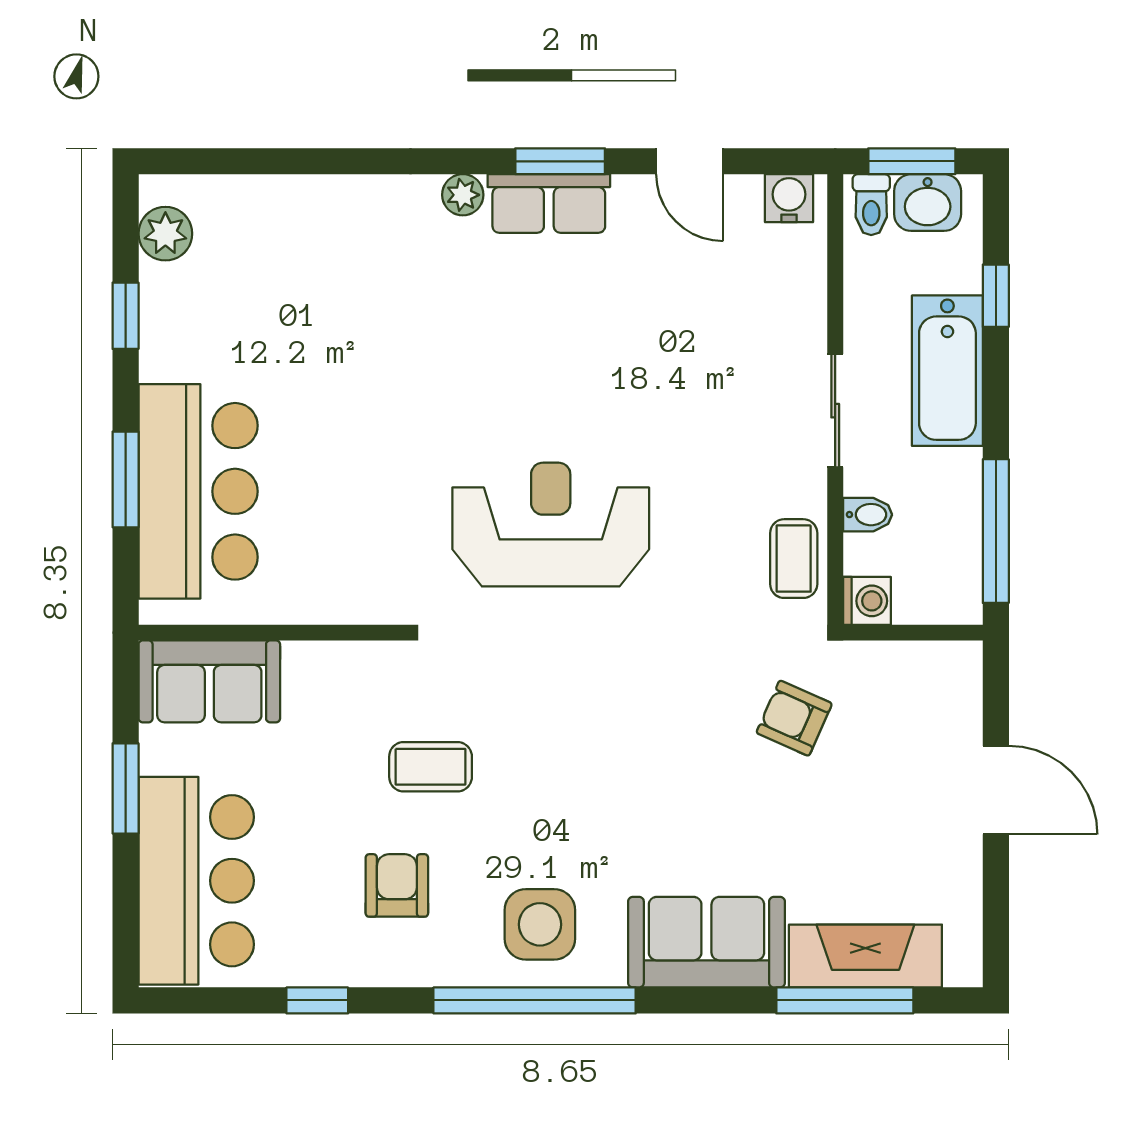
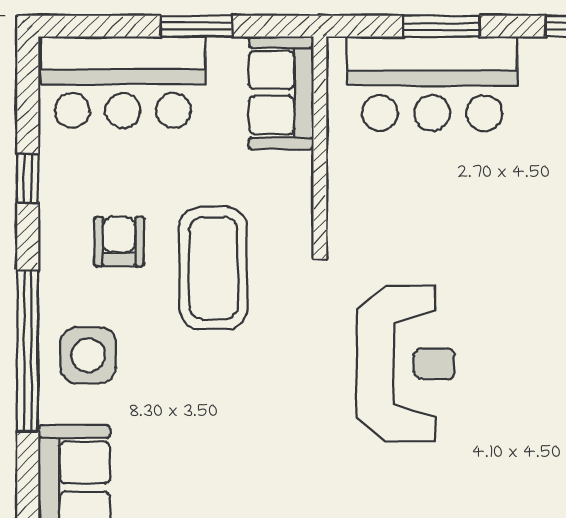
coffee table: (431, 767) -> (213, 268), width x1.86, depth x1.72
armchair: (397, 885) -> (119, 242), turned -90

